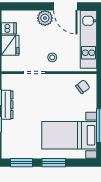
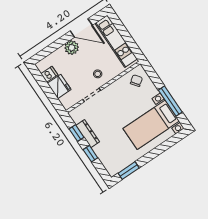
window: (54, 163) -> (153, 154), removed

